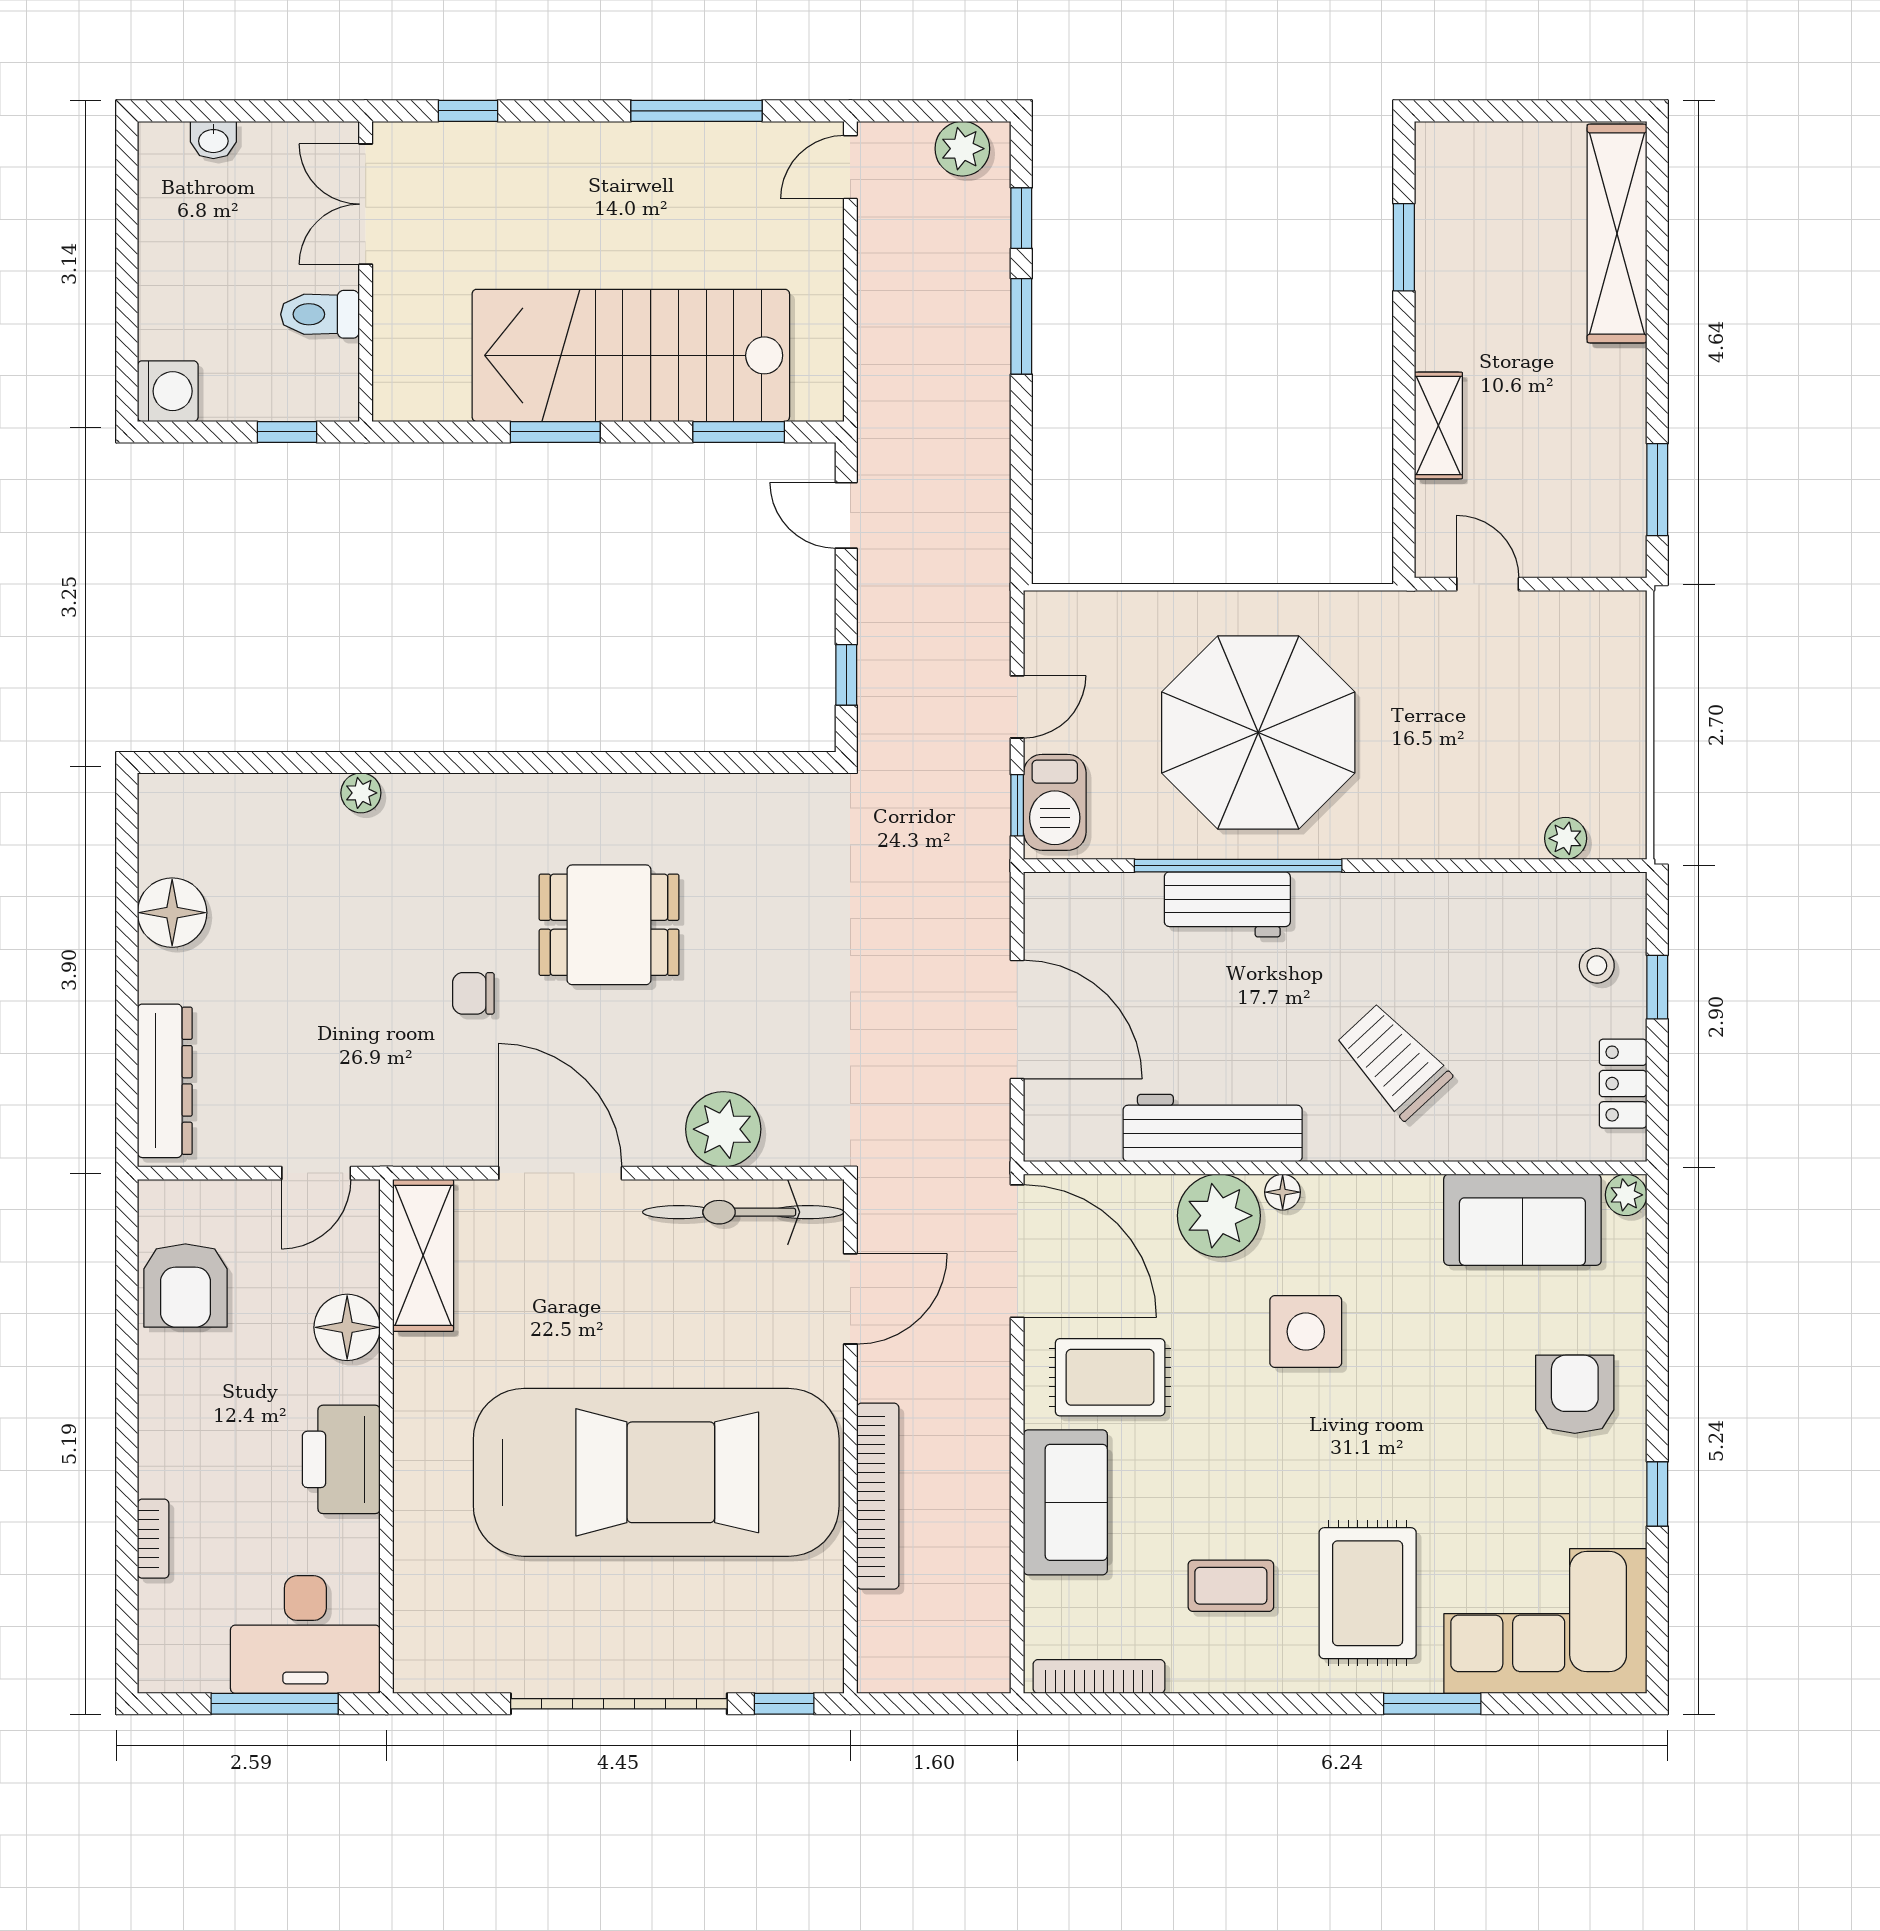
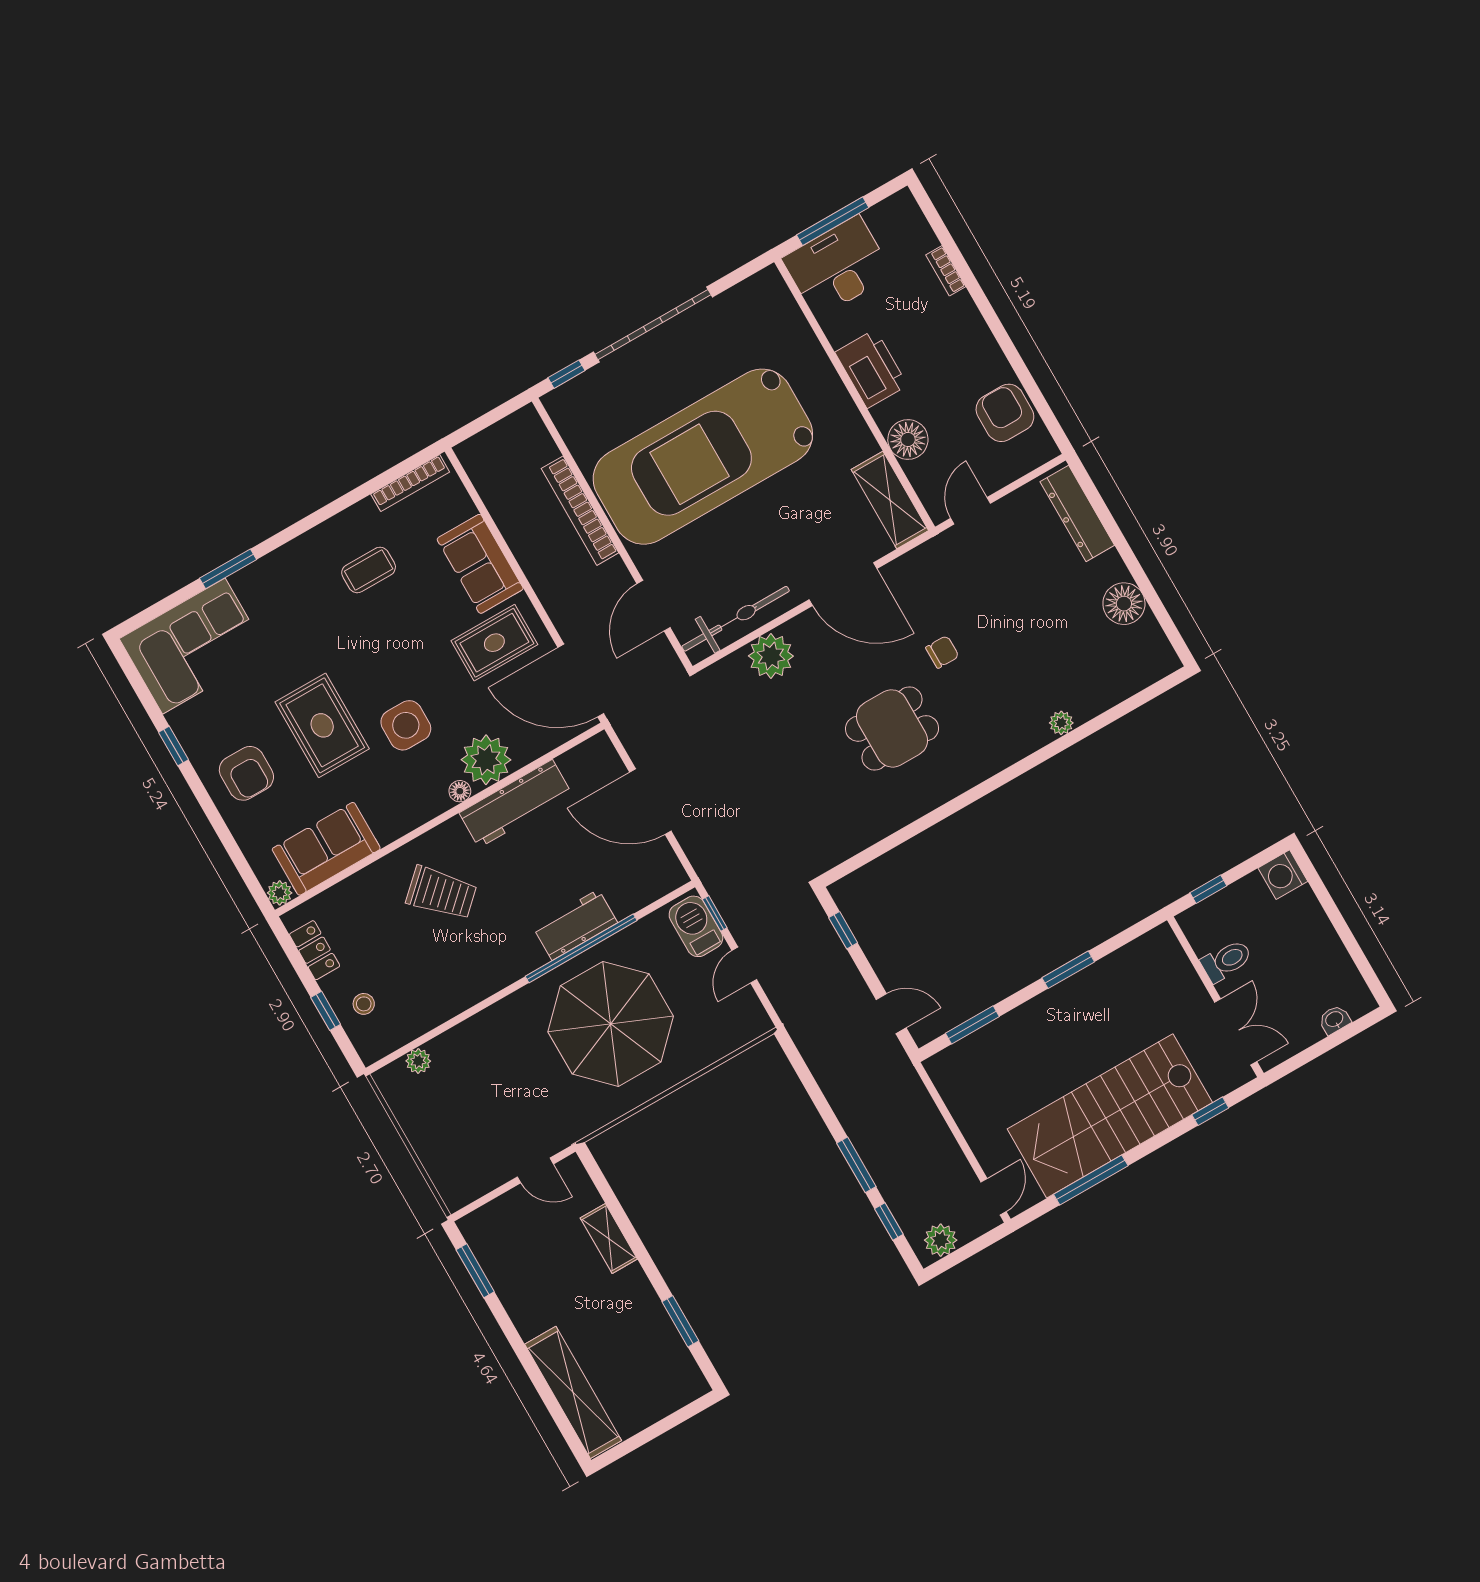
stairs: (631, 355) -> (1110, 1116), moved, turned 180
rug: (1368, 1593) -> (322, 725), moved

